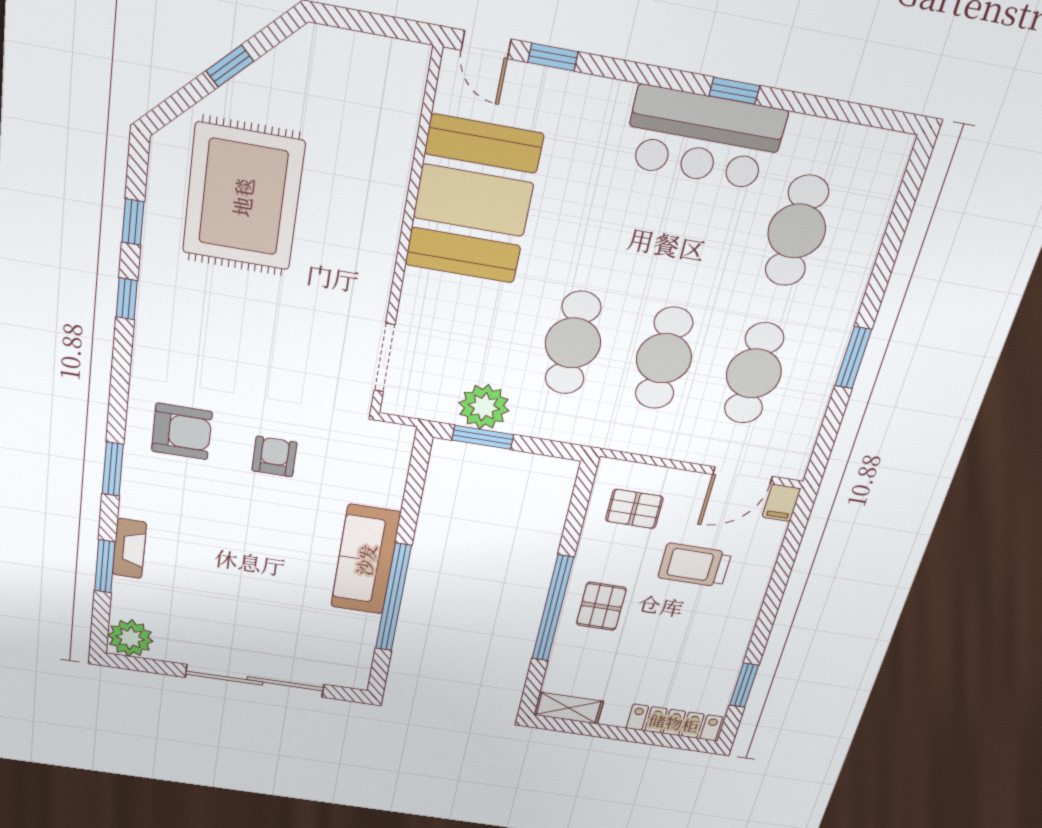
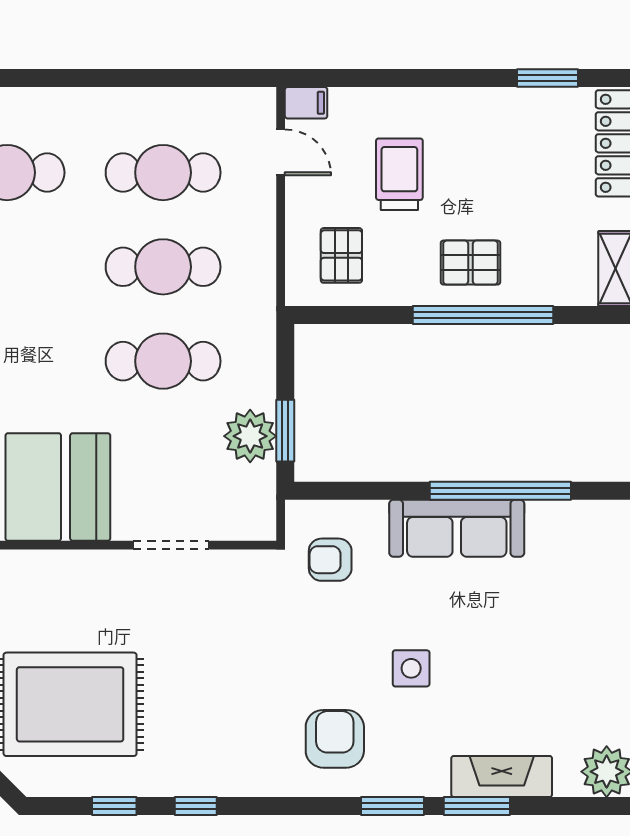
doorway: (384, 358) -> (171, 545), moved
window: (853, 358) -> (128, 78), removed
armchair: (274, 457) -> (330, 560), moved
door: (743, 475) -> (281, 152), width x0.73
side table: (242, 504) -> (411, 668), added
fireplace: (129, 548) -> (502, 776), width x1.37, depth x1.32
trolley: (695, 565) -> (399, 174), turned 180
window: (105, 566) -> (477, 806), moved

